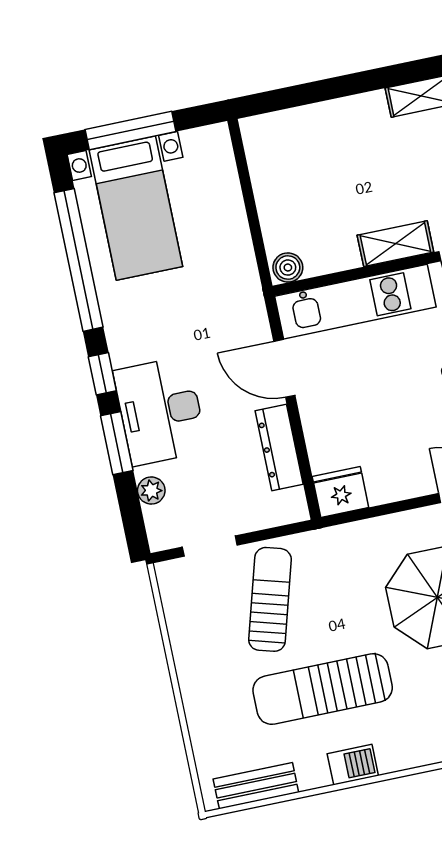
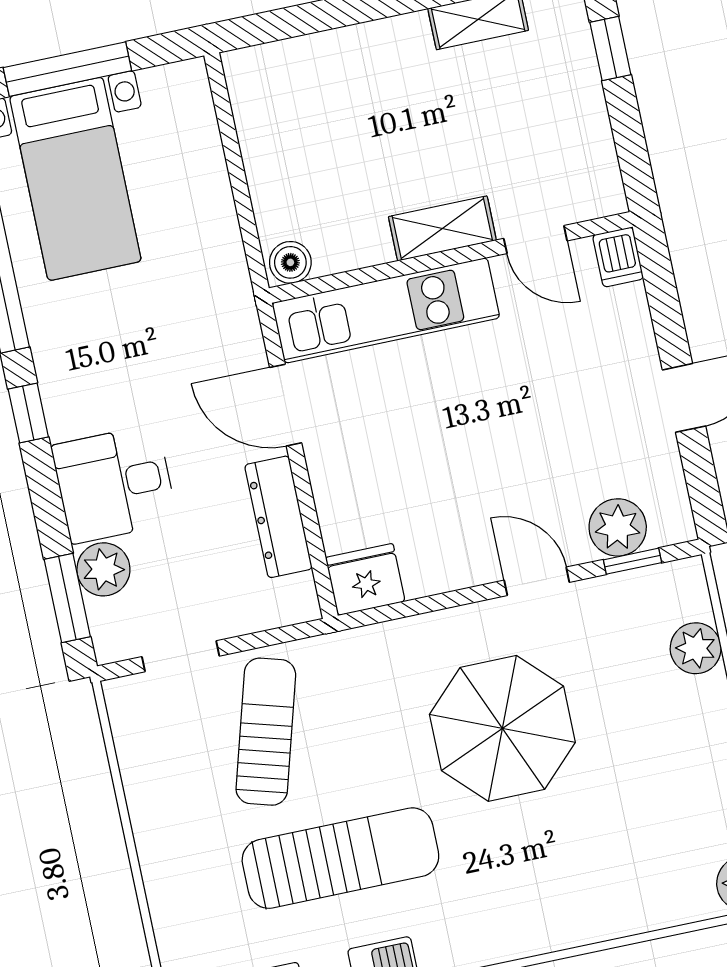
desk: (160, 411) -> (114, 484), width x0.73
window: (117, 443) -> (67, 598), moved
plant: (151, 491) -> (103, 569), width x1.38, depth x1.38
sun lounger: (323, 689) -> (340, 858), turned 180

